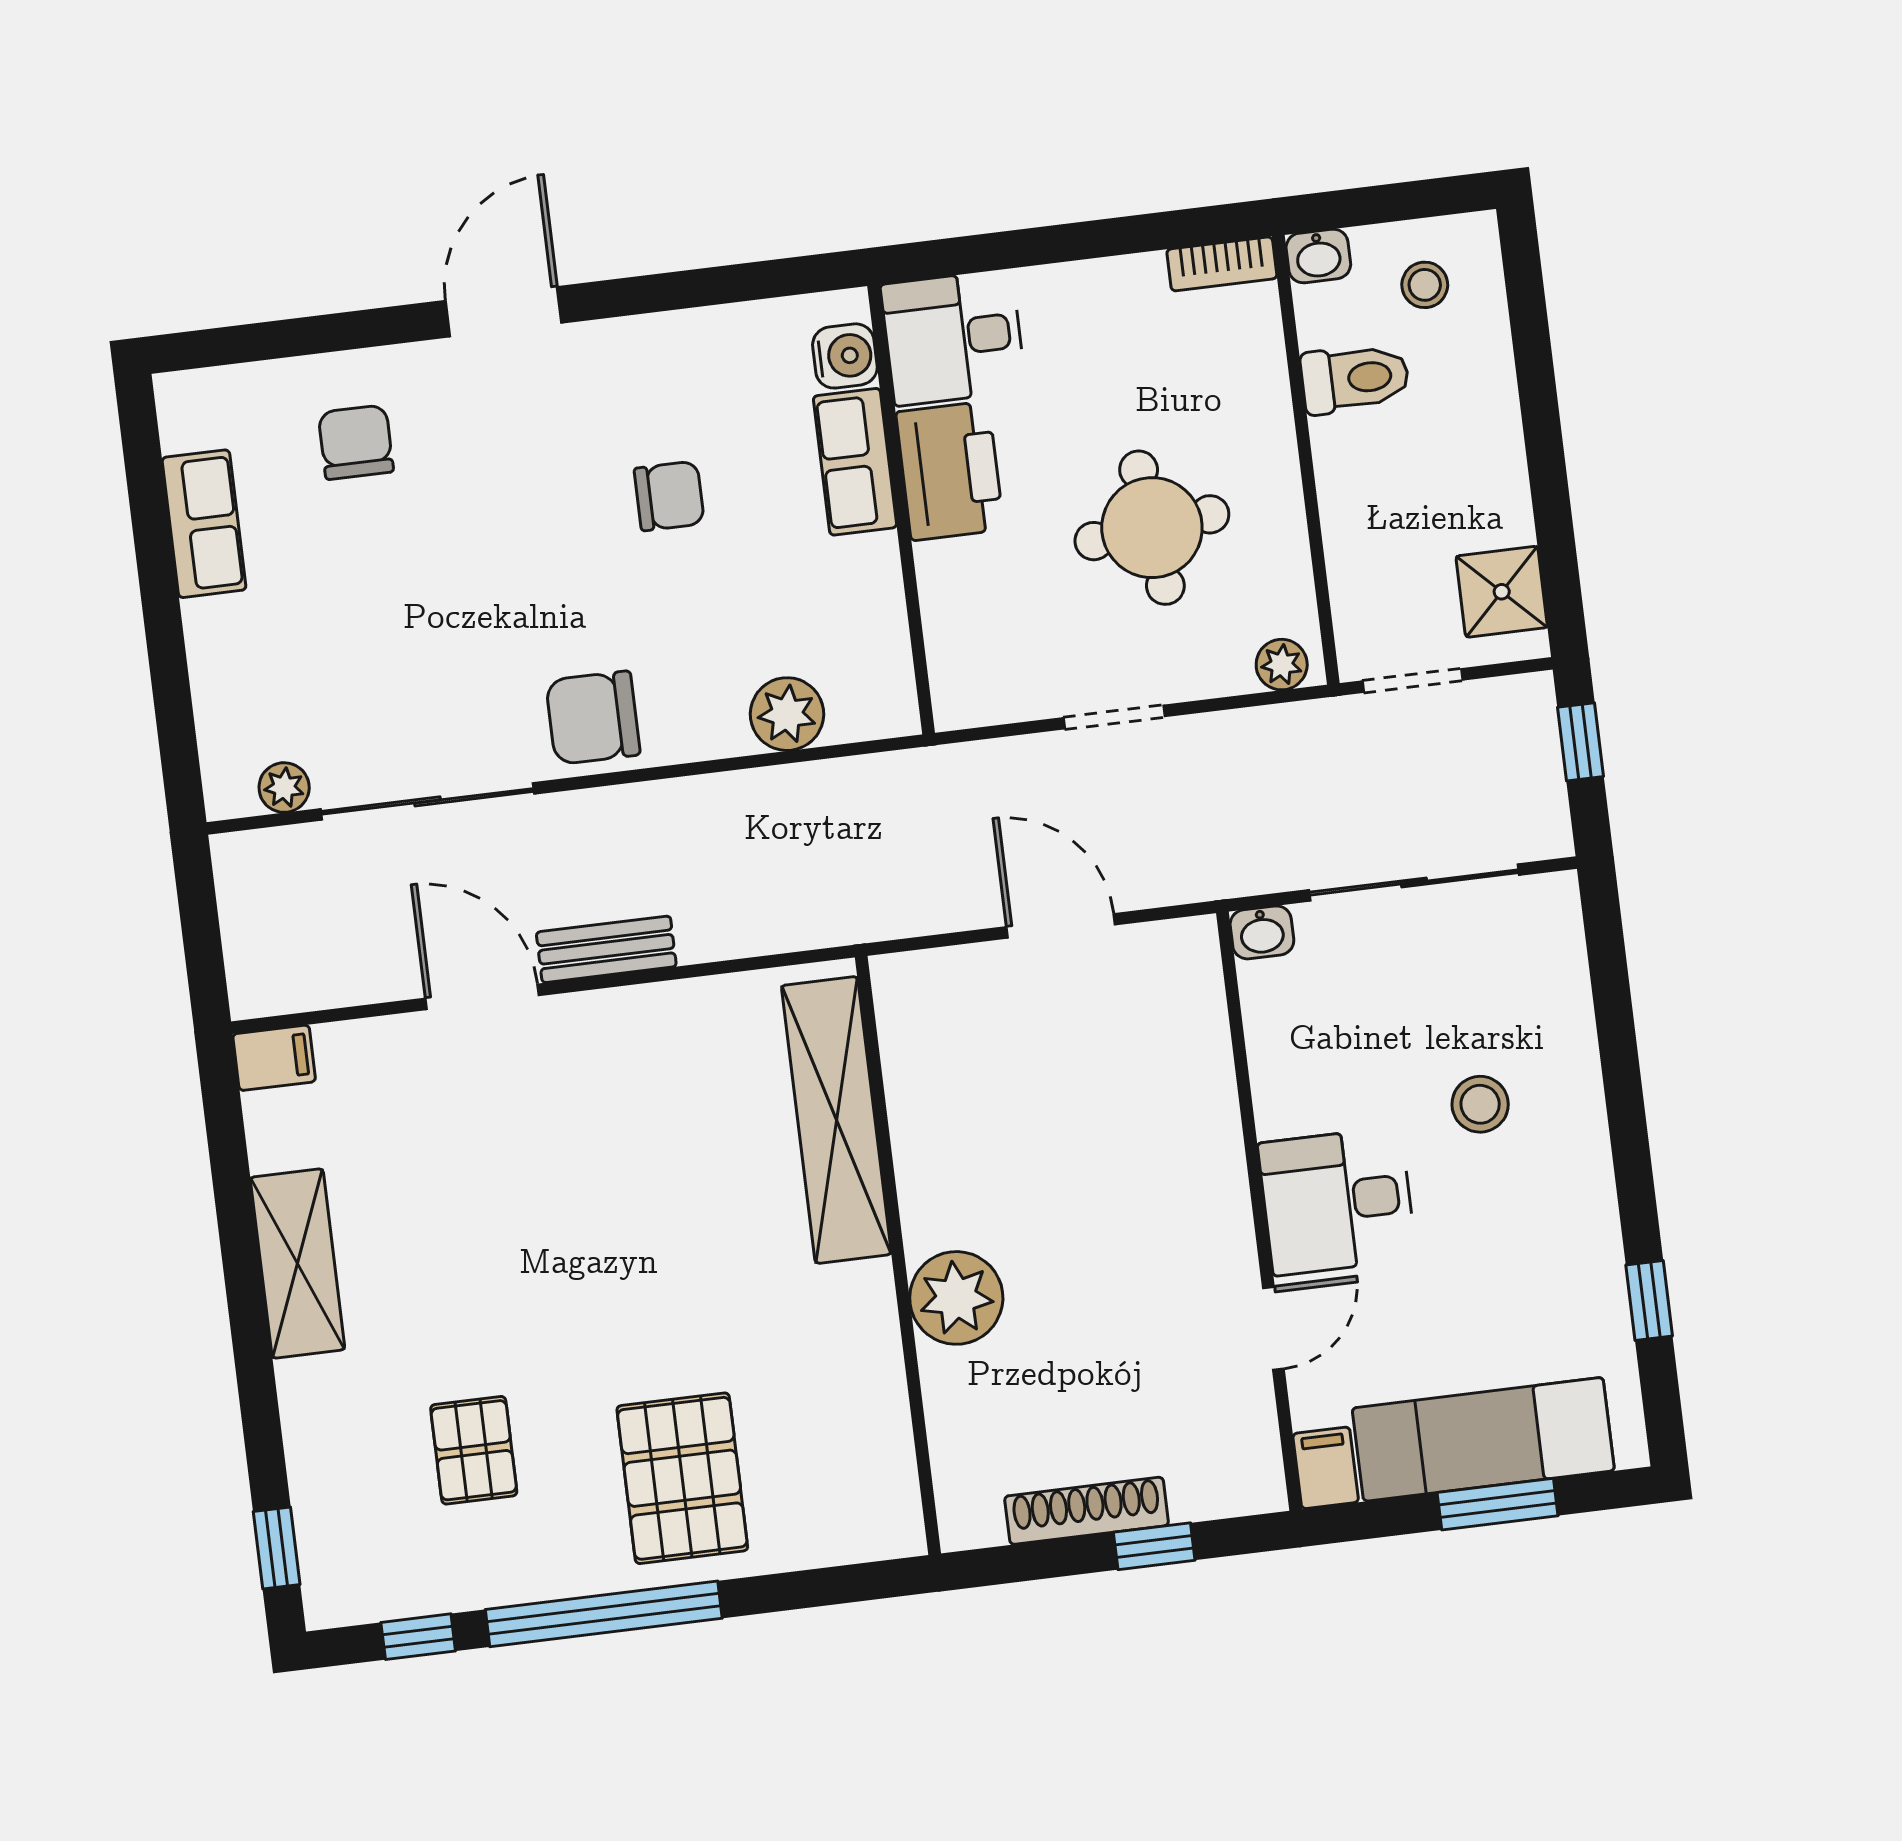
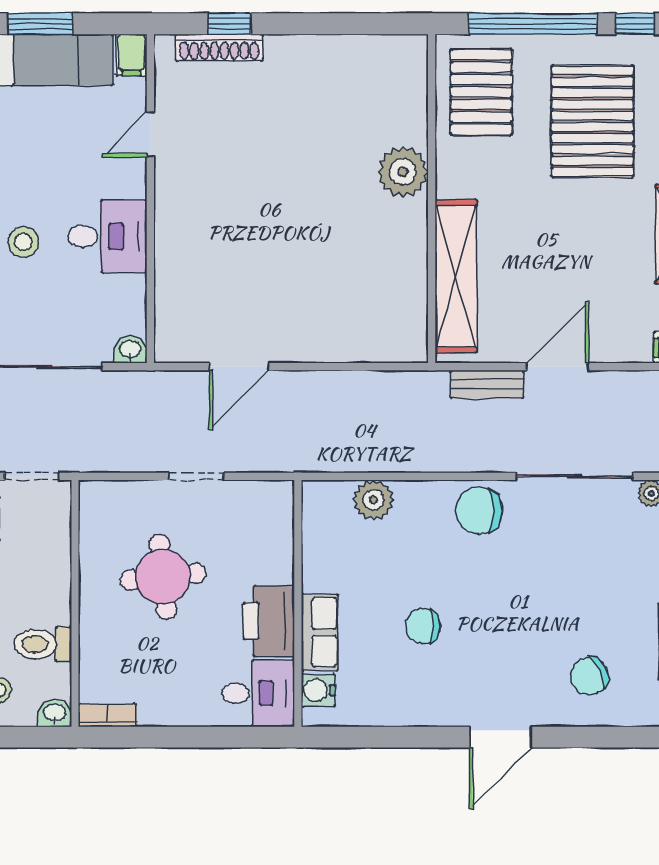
chair: (356, 442) -> (589, 676), turned 63
plant: (1282, 665) -> (102, 494), removed
chair: (593, 718) -> (479, 511), turned 180
door: (1061, 926) -> (239, 367), hinge flipped
door: (482, 997) -> (558, 367), swing flipped
shelving: (836, 1120) -> (456, 276), moved
desk: (1337, 1201) -> (107, 236), moved
wall: (898, 1255) -> (432, 199), moved
plant: (956, 1298) -> (403, 172), moved
pallet: (474, 1450) -> (593, 121), width x2.05, depth x2.00
shoe rack: (1087, 1511) -> (219, 47), moved

